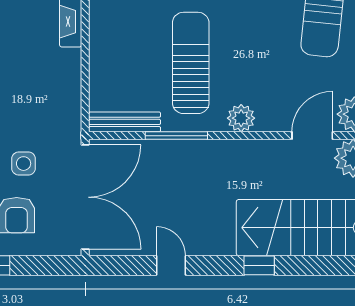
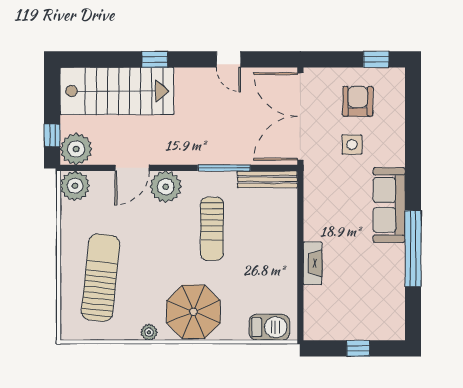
sun lounger: (191, 63) -> (212, 229), width x0.73, depth x0.75
plant: (241, 118) -> (166, 187), width x1.36, depth x1.36
door: (312, 136) -> (132, 168), moved

